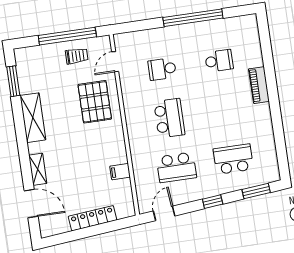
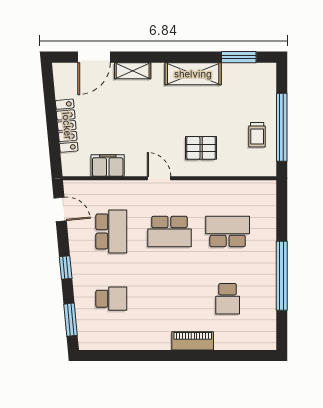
door: (115, 62) -> (159, 178), moved
school desk: (162, 69) -> (228, 231), width x1.85
pallet: (95, 102) -> (201, 148), width x0.67, depth x0.71
school desk: (233, 159) -> (111, 299), width x0.54
school desk: (176, 167) -> (111, 231), turned 180
filing cabinet: (120, 172) -> (108, 166), width x2.00

